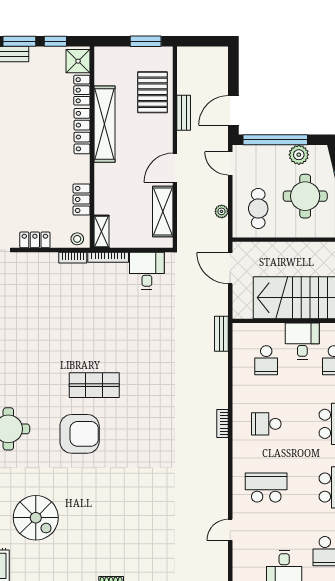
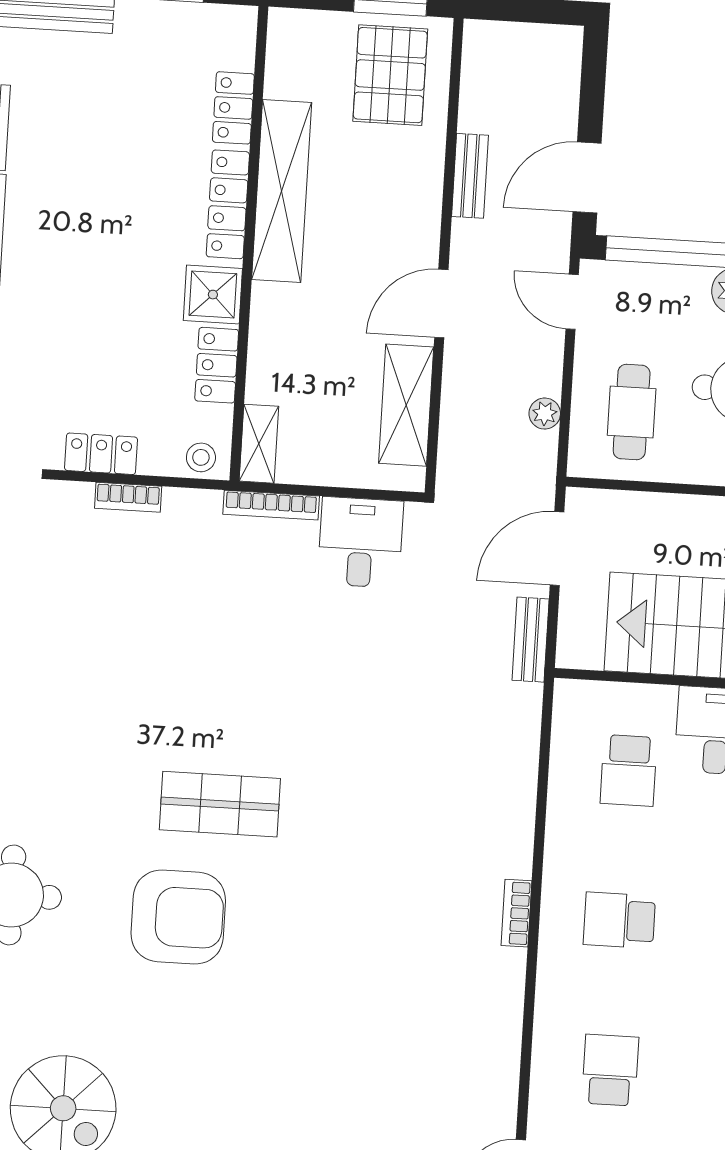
shower: (78, 61) -> (213, 295), moved
pallet: (153, 92) -> (390, 75), moved
bookcase: (73, 258) -> (128, 497), moved
door: (230, 268) -> (557, 549), hinge flipped
bench: (221, 334) -> (531, 640), moved
school desk: (266, 487) -> (610, 1070), width x0.54

